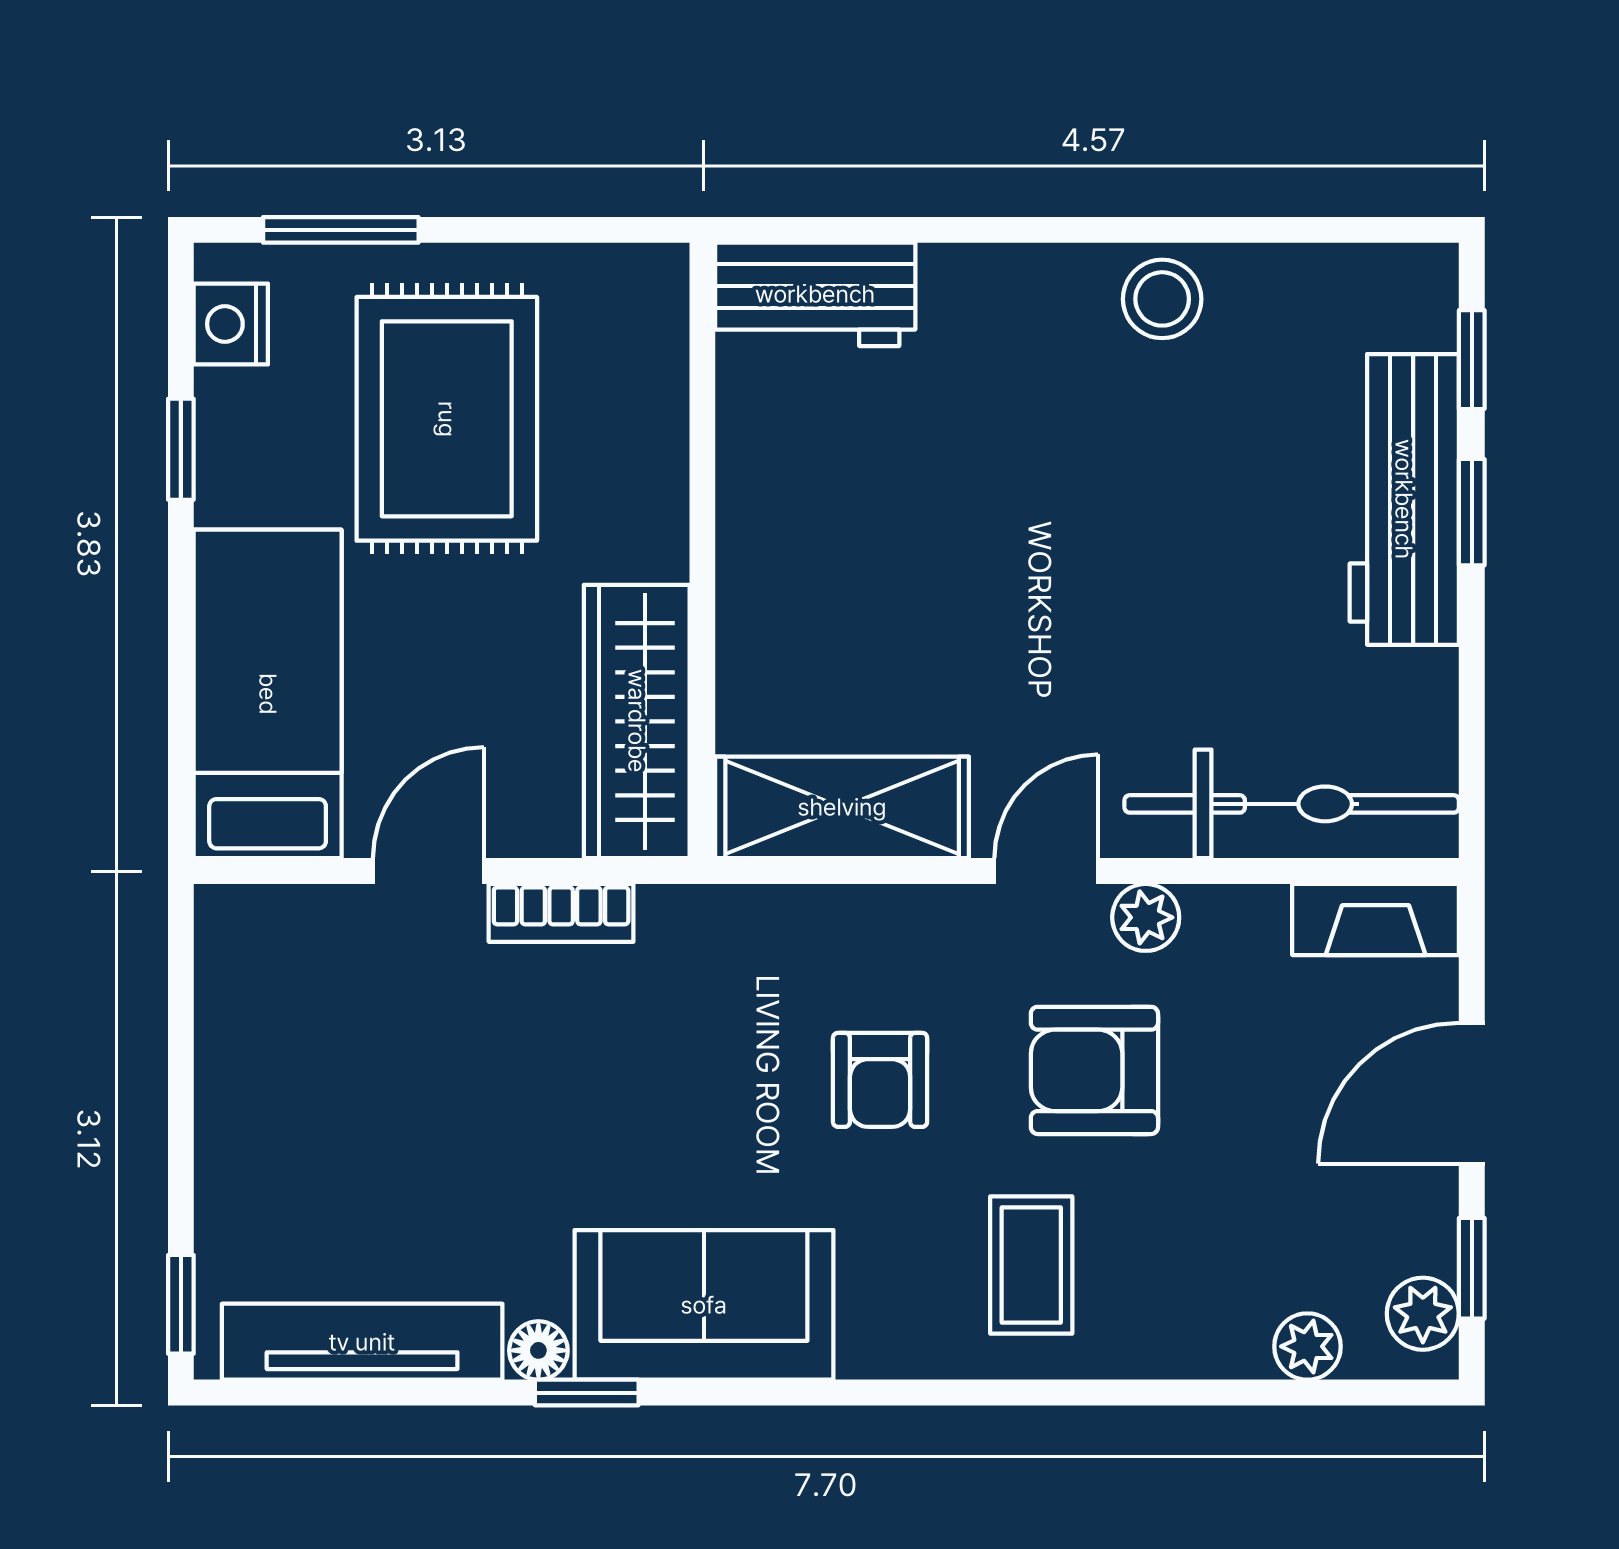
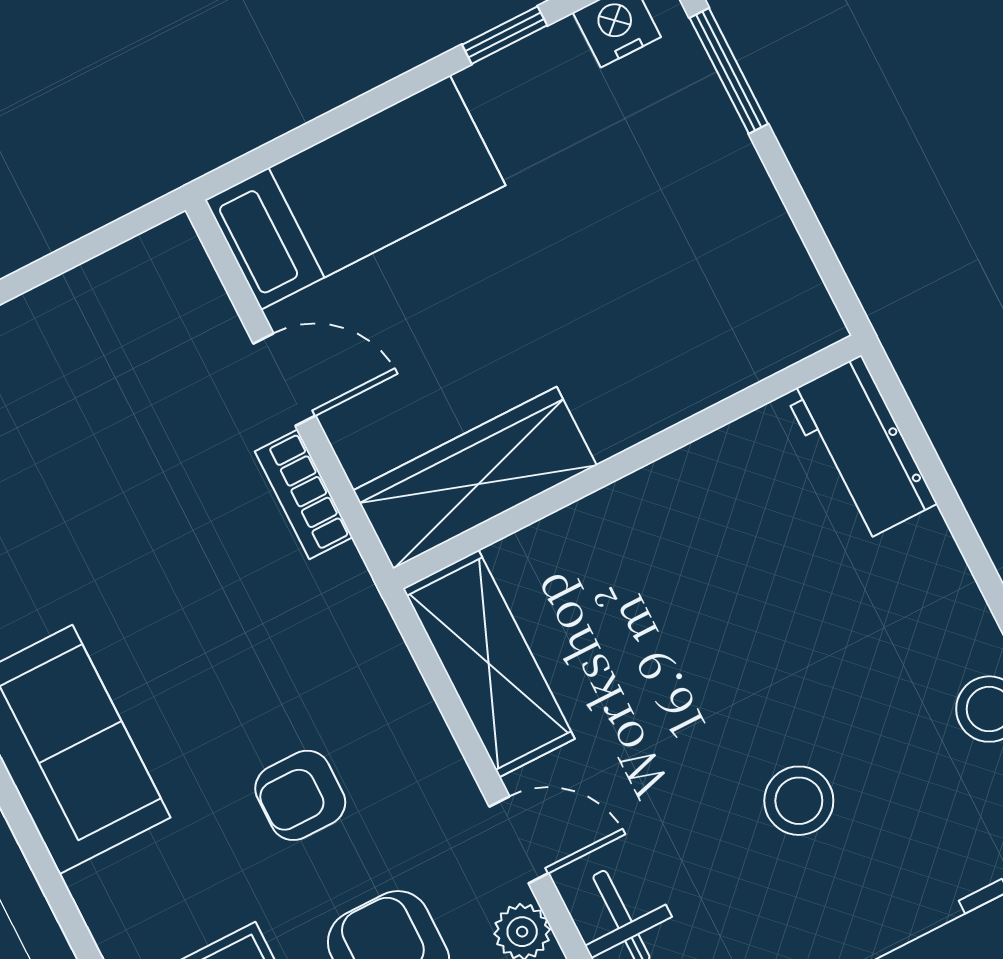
rug: (447, 419) -> (628, 222), removed
stool: (1156, 551) -> (799, 801), added

